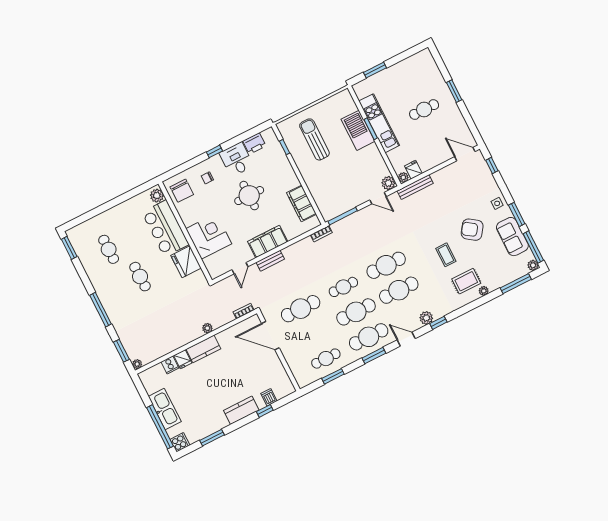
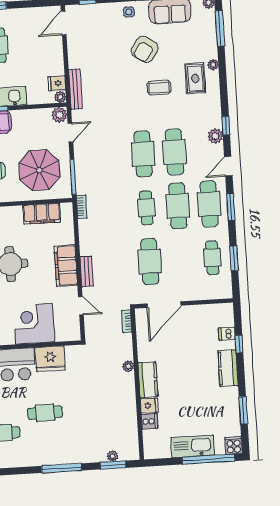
parasol: (336, 186) -> (39, 170), added
plant: (137, 364) -> (113, 456), moved

